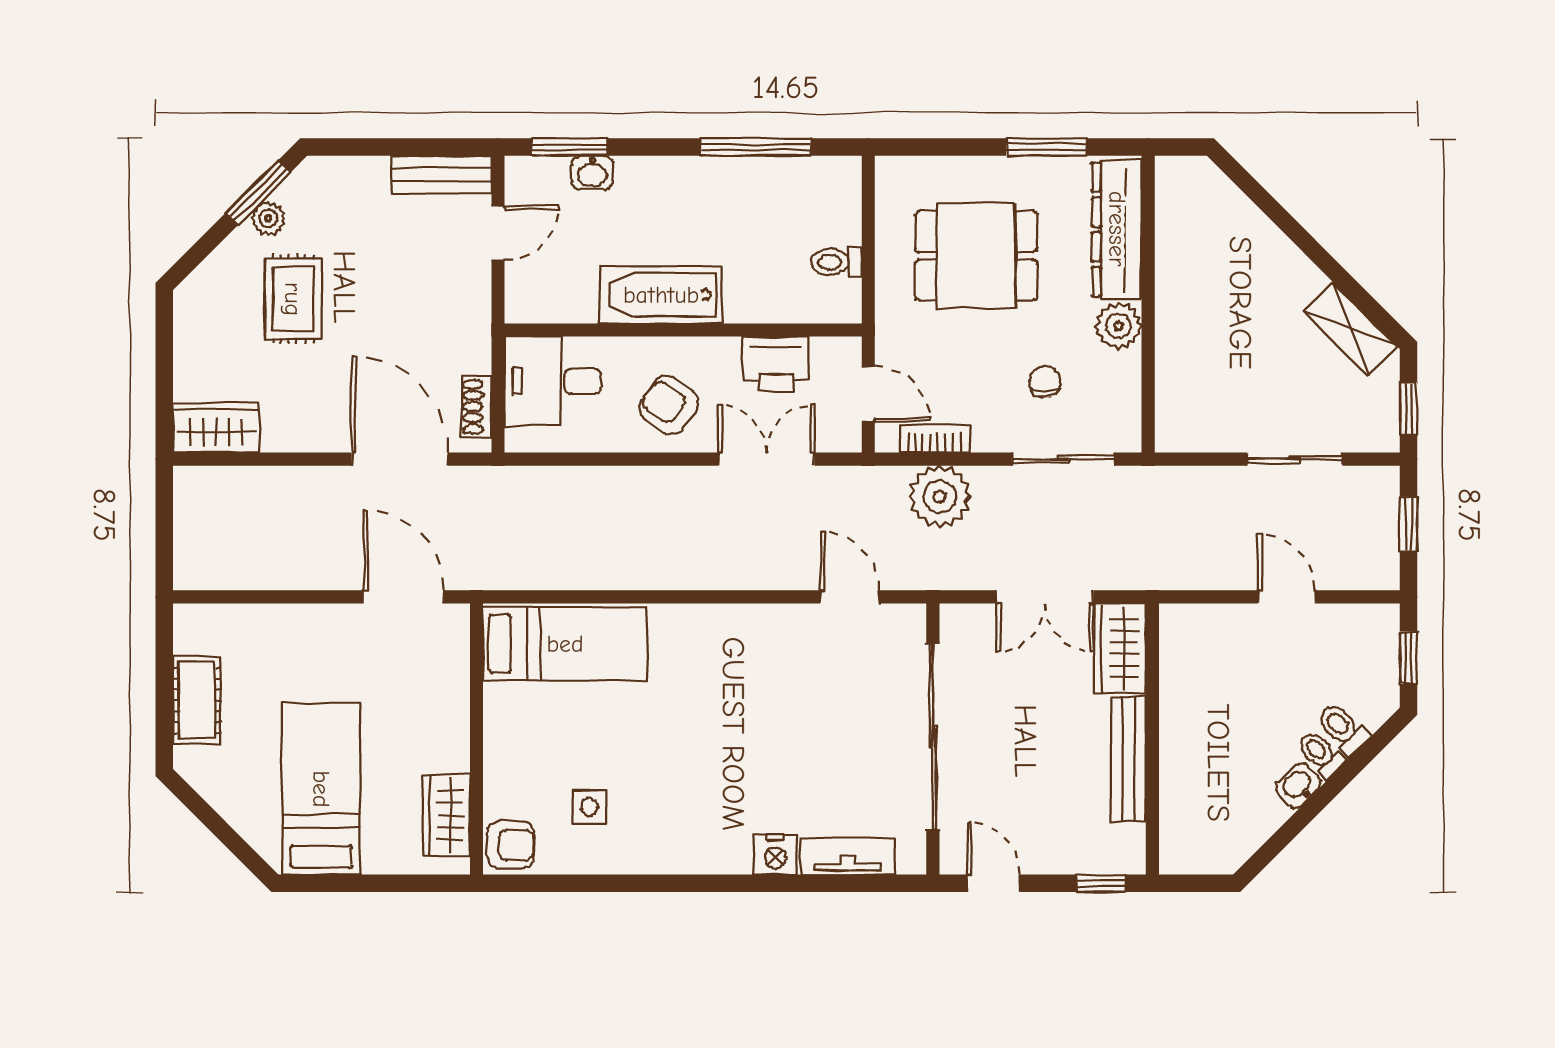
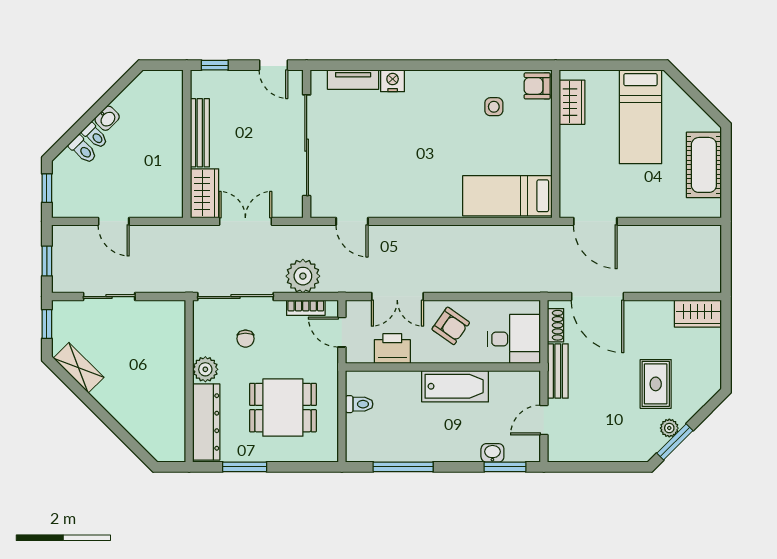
bench: (442, 175) -> (558, 371), moved, turned 90
sliding door: (1063, 459) -> (236, 297), width x1.37
cot: (197, 700) -> (704, 165), width x1.37, depth x1.34

